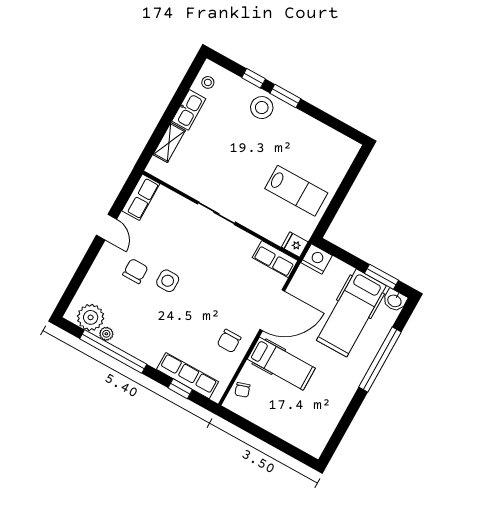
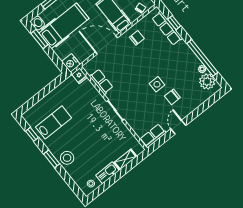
window: (254, 78) -> (32, 134), moved
lab bench: (296, 191) -> (54, 122), moved, turned 90
row of seats: (275, 259) -> (101, 82), moved

